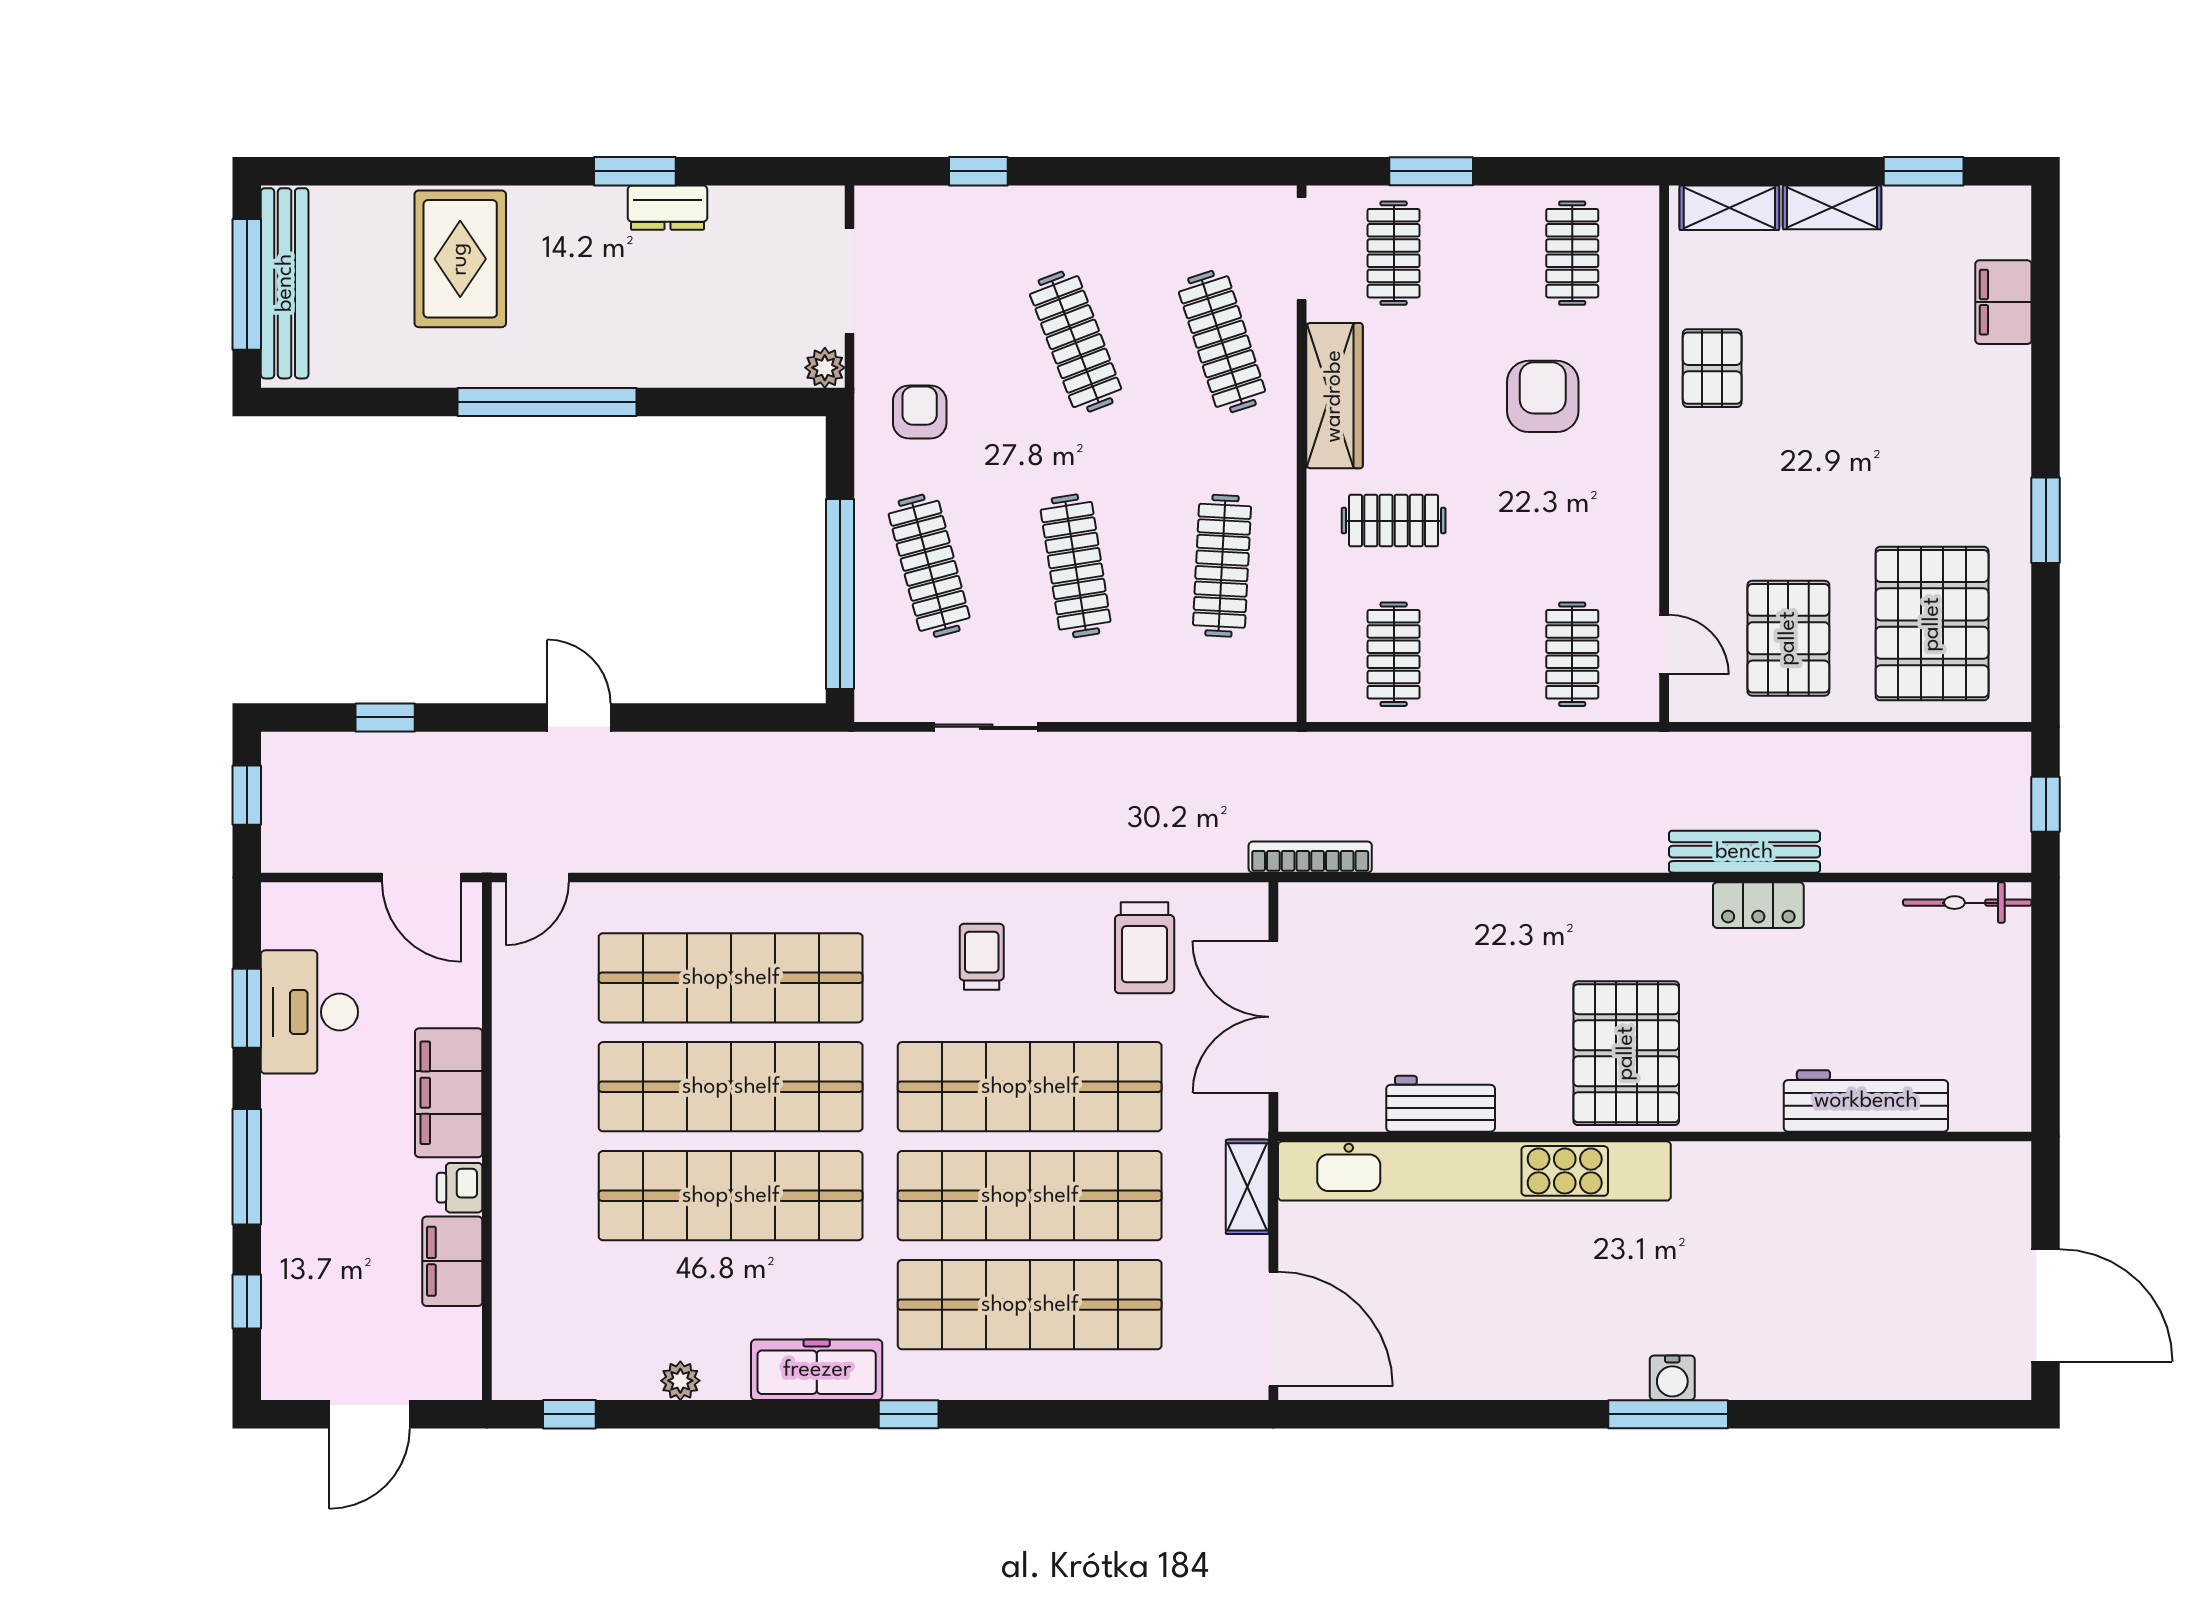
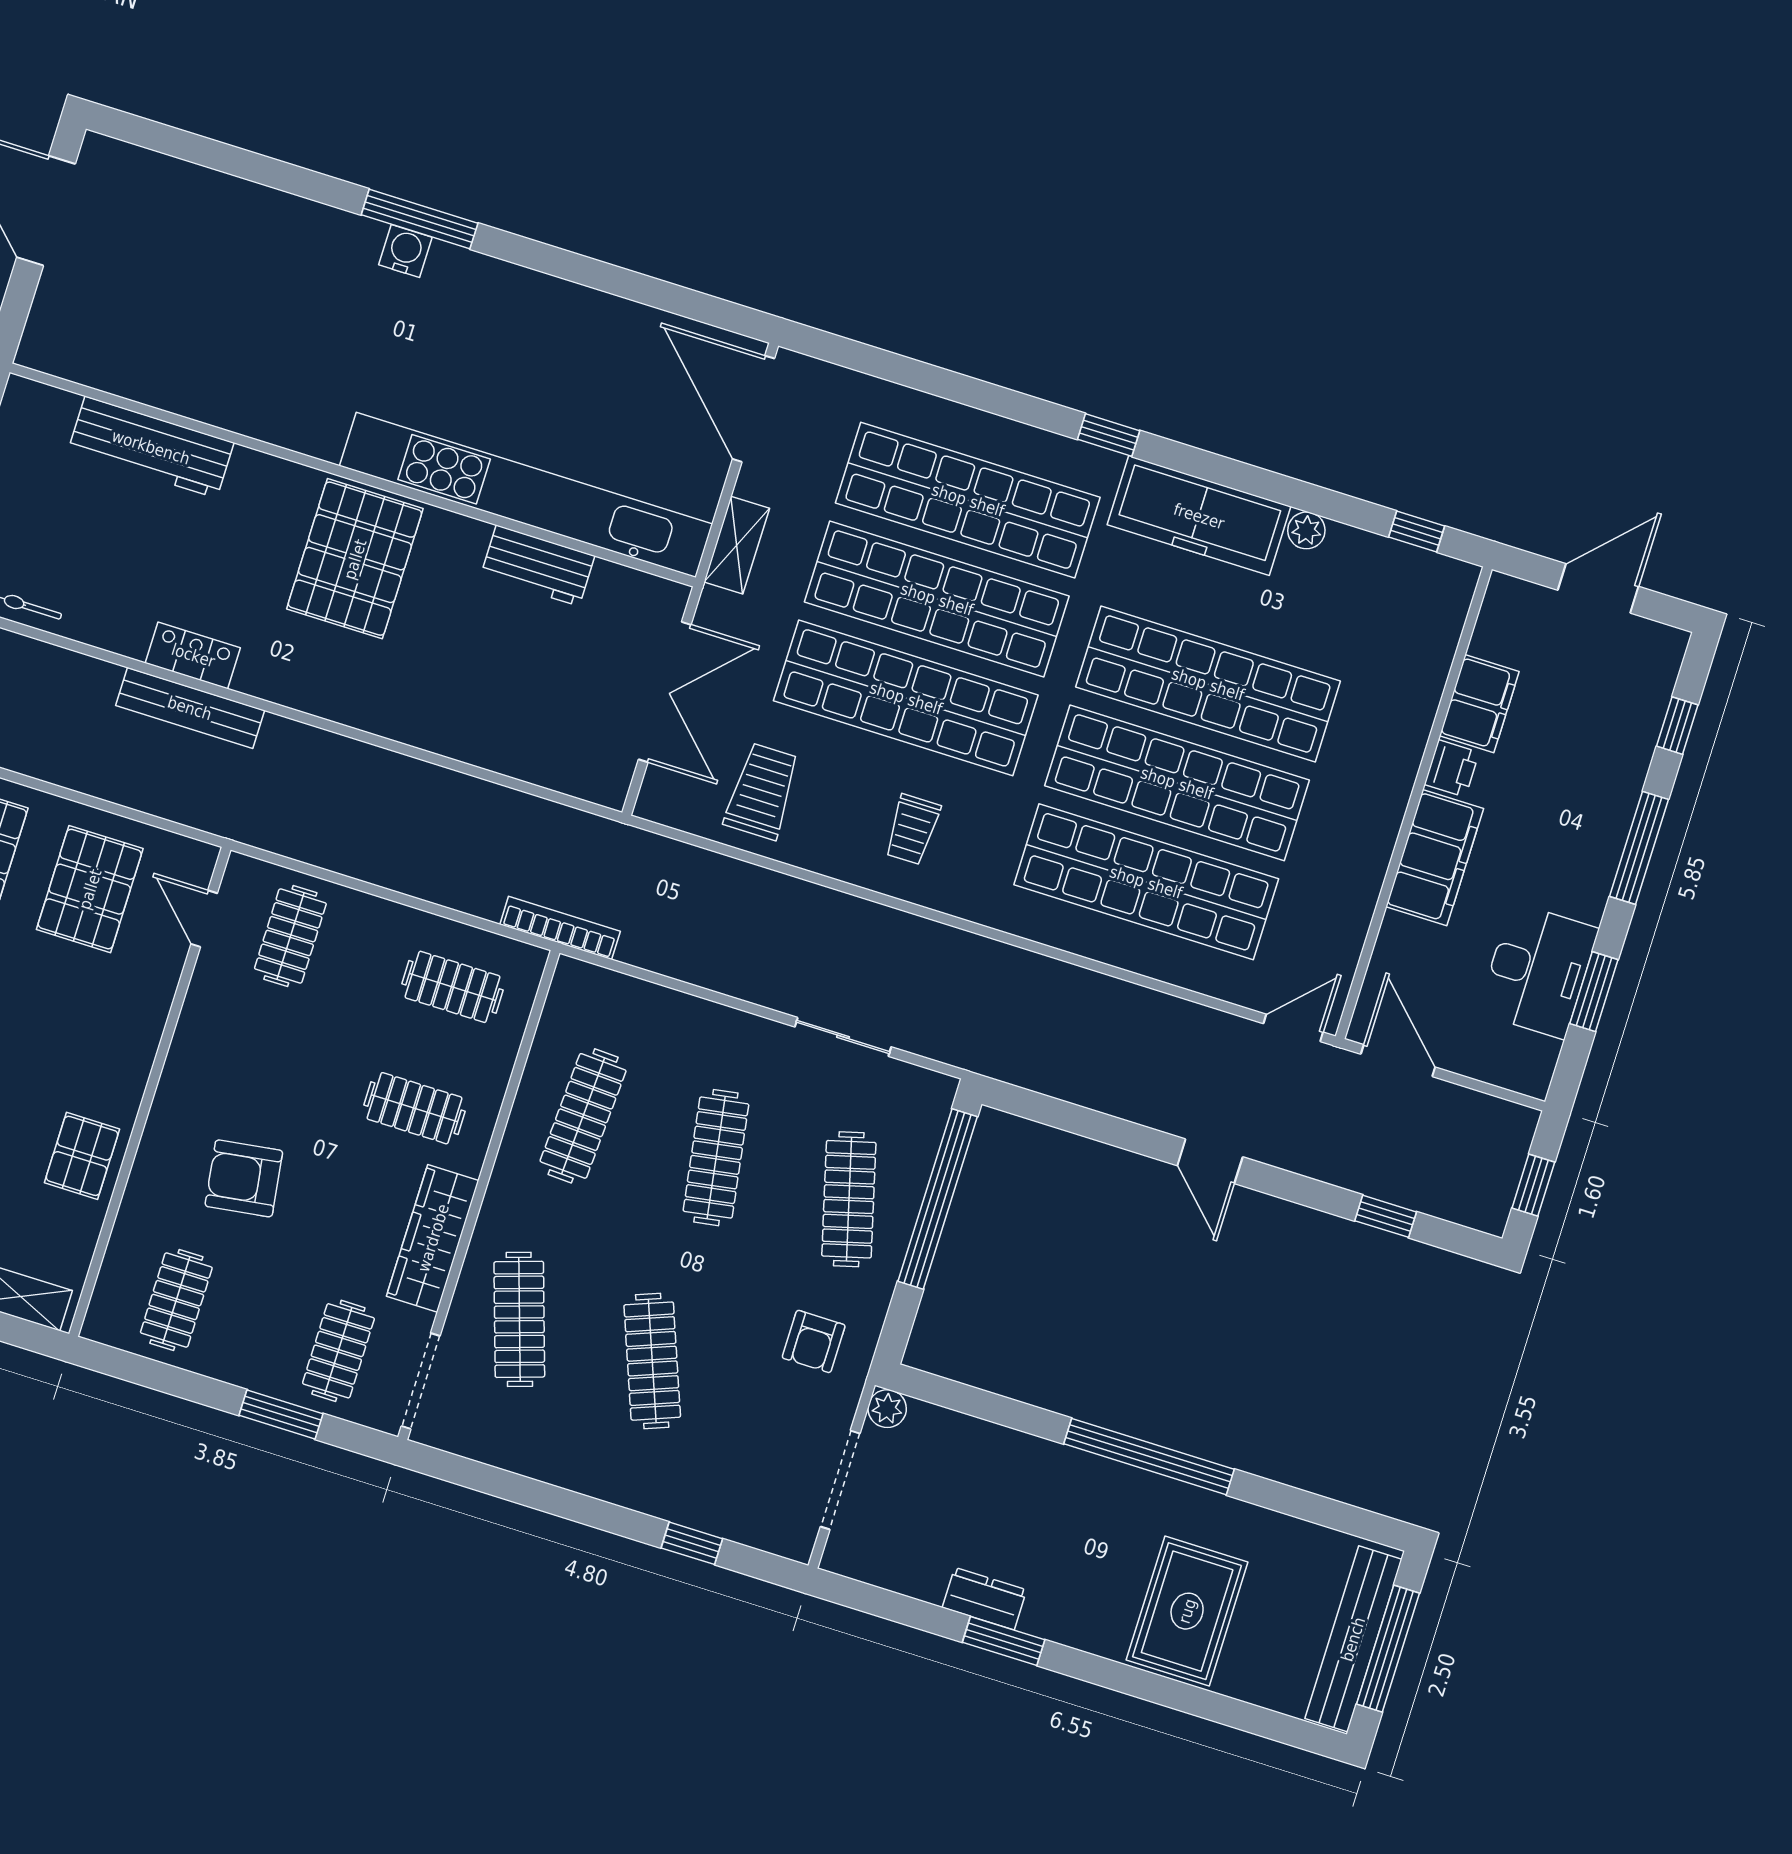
armchair: (1543, 396) -> (244, 1178), turned 82
clothes rail: (1394, 654) -> (453, 987), turned 90
bookcase: (1310, 857) -> (560, 928), moved, turned 180
freezer: (817, 1370) -> (1199, 516), width x1.36, depth x1.26

